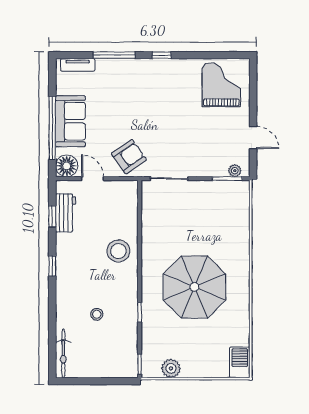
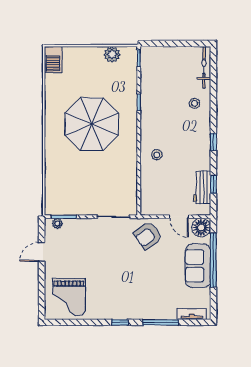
door: (253, 138) -> (42, 252), hinge flipped
stool: (118, 251) -> (157, 155), width x0.53, depth x0.53
stool: (97, 314) -> (195, 103), moved

